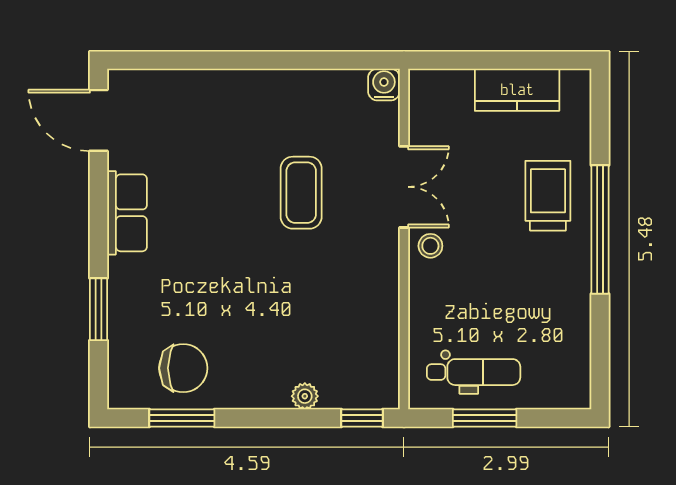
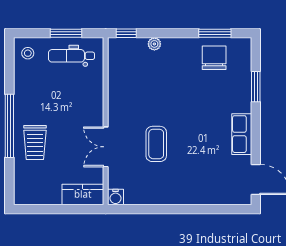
kitchen counter: (517, 90) -> (83, 194), moved
stool: (430, 246) -> (28, 53), moved
chair: (183, 368) -> (214, 58), turned 90

